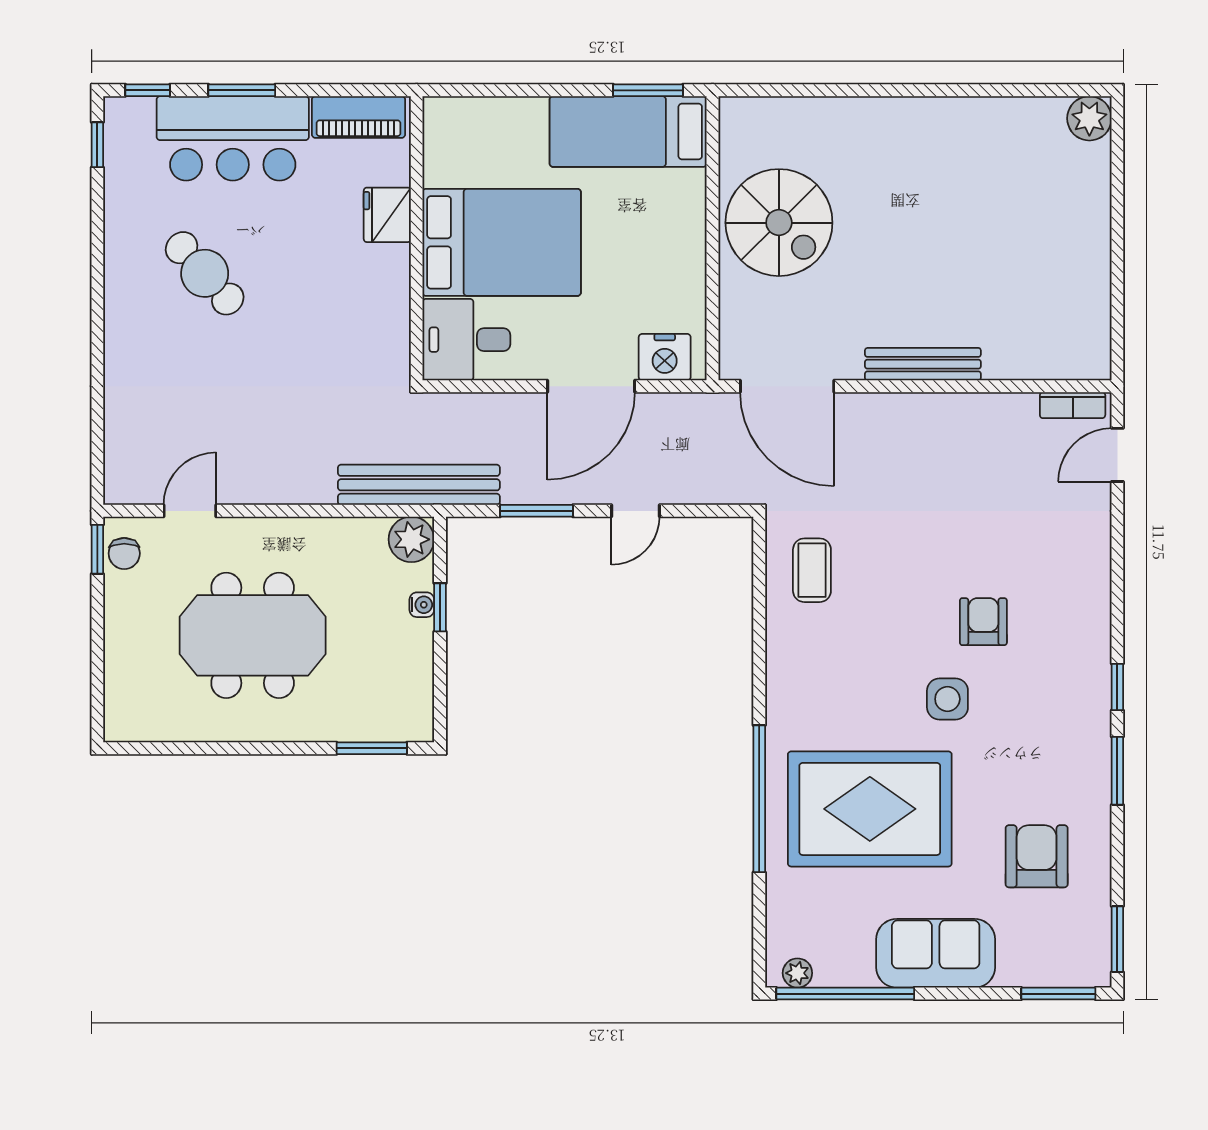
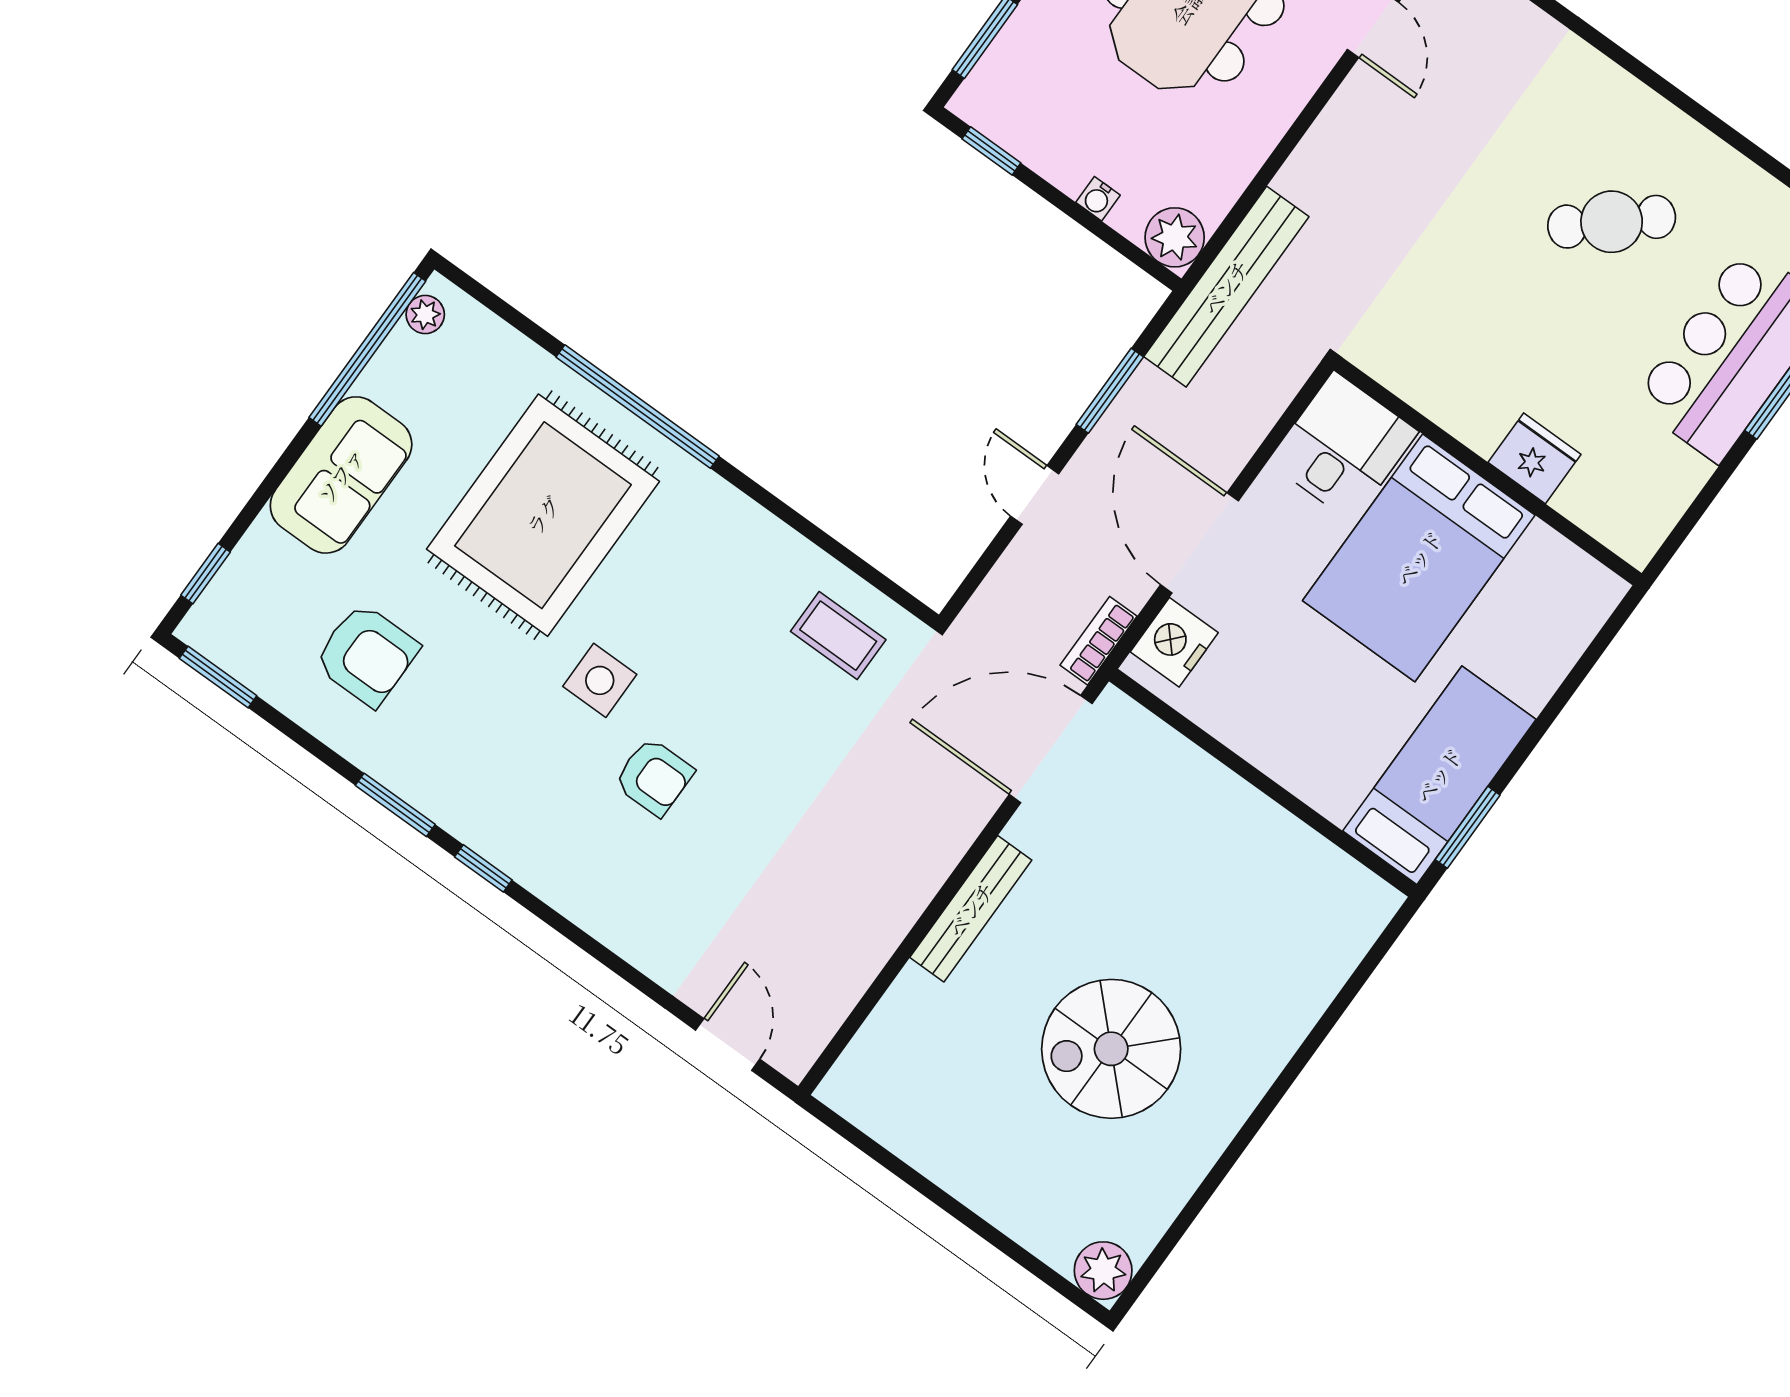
piano: (359, 117) -> (1659, 502), removed
spiral stairs: (779, 223) -> (1111, 1049), moved
bookcase: (1073, 405) -> (1099, 641), moved
window: (440, 607) -> (991, 151), moved
window: (1058, 994) -> (206, 574), width x0.67

